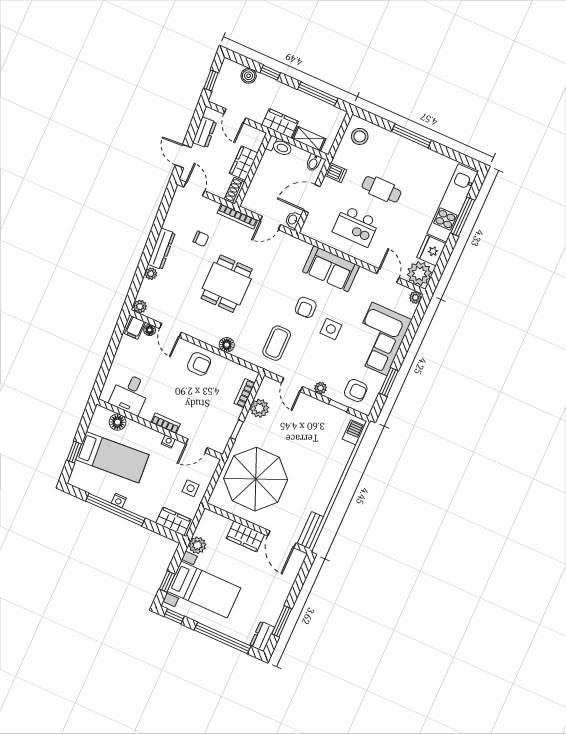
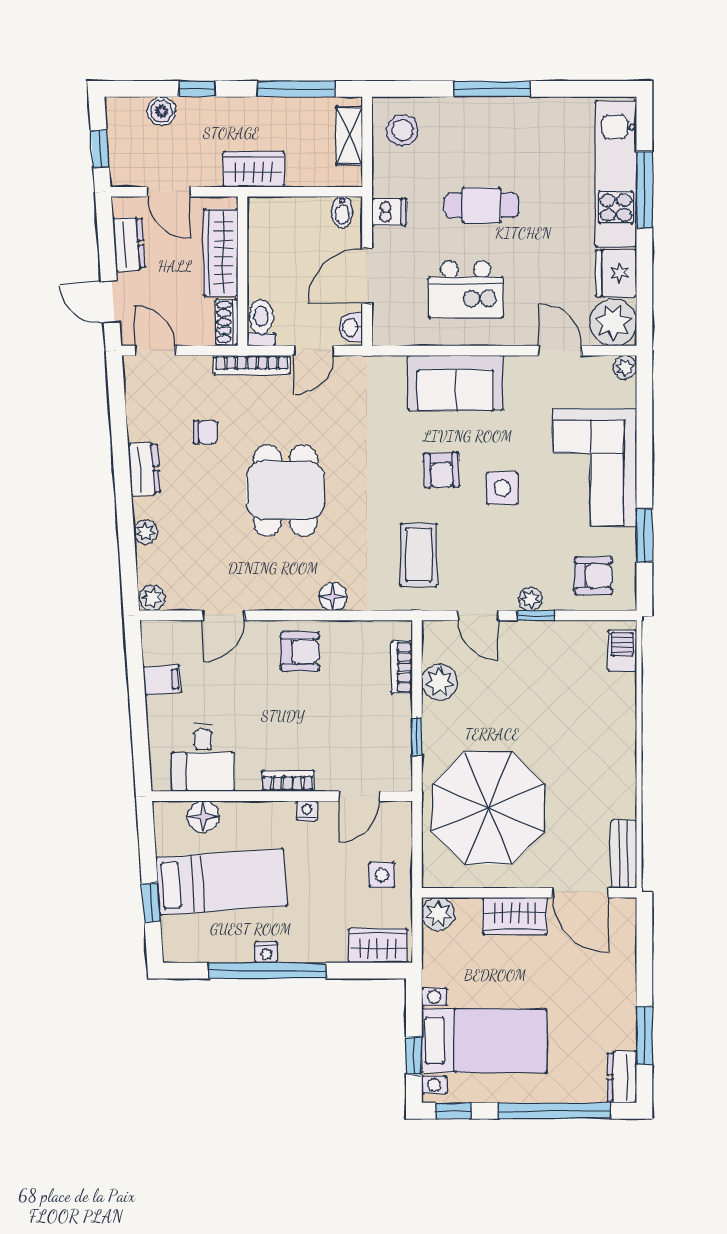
shelving: (309, 139) -> (349, 136), moved, turned 90
toilet: (279, 147) -> (261, 323), moved, turned -90
wardrobe: (244, 163) -> (221, 253), width x1.50
dresser: (162, 249) -> (144, 469), width x0.70
filing cabinet: (135, 328) -> (162, 680), moved, turned -94
floor lamp: (150, 330) -> (187, 631), removed
door: (170, 330) -> (224, 615), hinge flipped
window: (339, 406) -> (536, 615), moved
plant: (197, 545) -> (438, 914), moved

